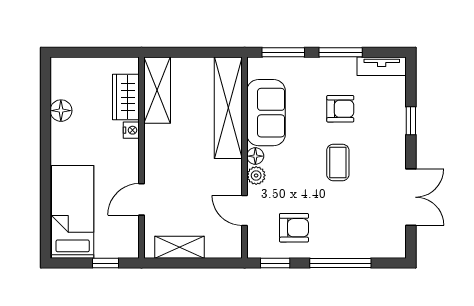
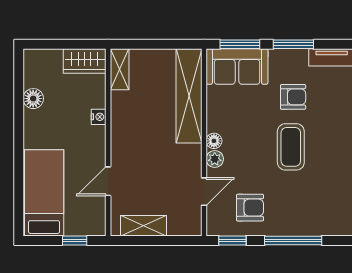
shelving: (157, 90) -> (120, 69), width x0.67, depth x0.75
wardrobe: (126, 97) -> (85, 61), moved, turned -90
sofa: (266, 113) -> (237, 67), moved, turned 90
coffee table: (338, 162) -> (291, 147), width x1.36, depth x1.30
door: (245, 210) -> (204, 192), swing flipped

